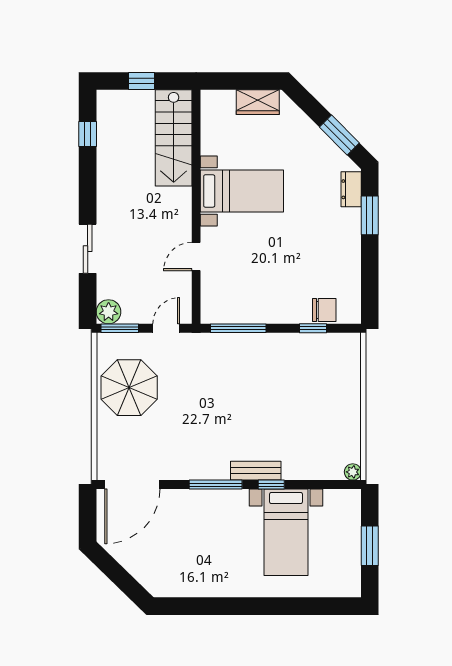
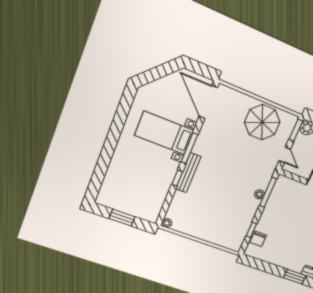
plant: (247, 341) -> (259, 194), added
bench: (256, 471) -> (188, 173), width x1.36
bed with nightstands: (286, 532) -> (164, 133), moved

